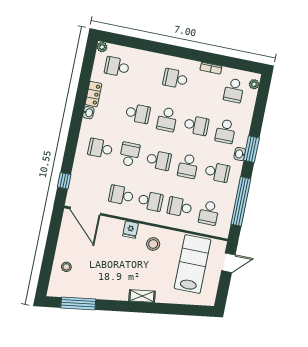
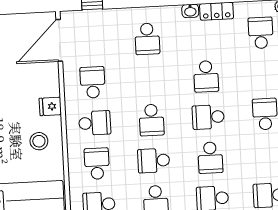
school desk: (100, 148) -> (147, 39), turned 180
school desk: (129, 154) -> (149, 79), removed
school desk: (150, 201) -> (95, 123), turned -90

